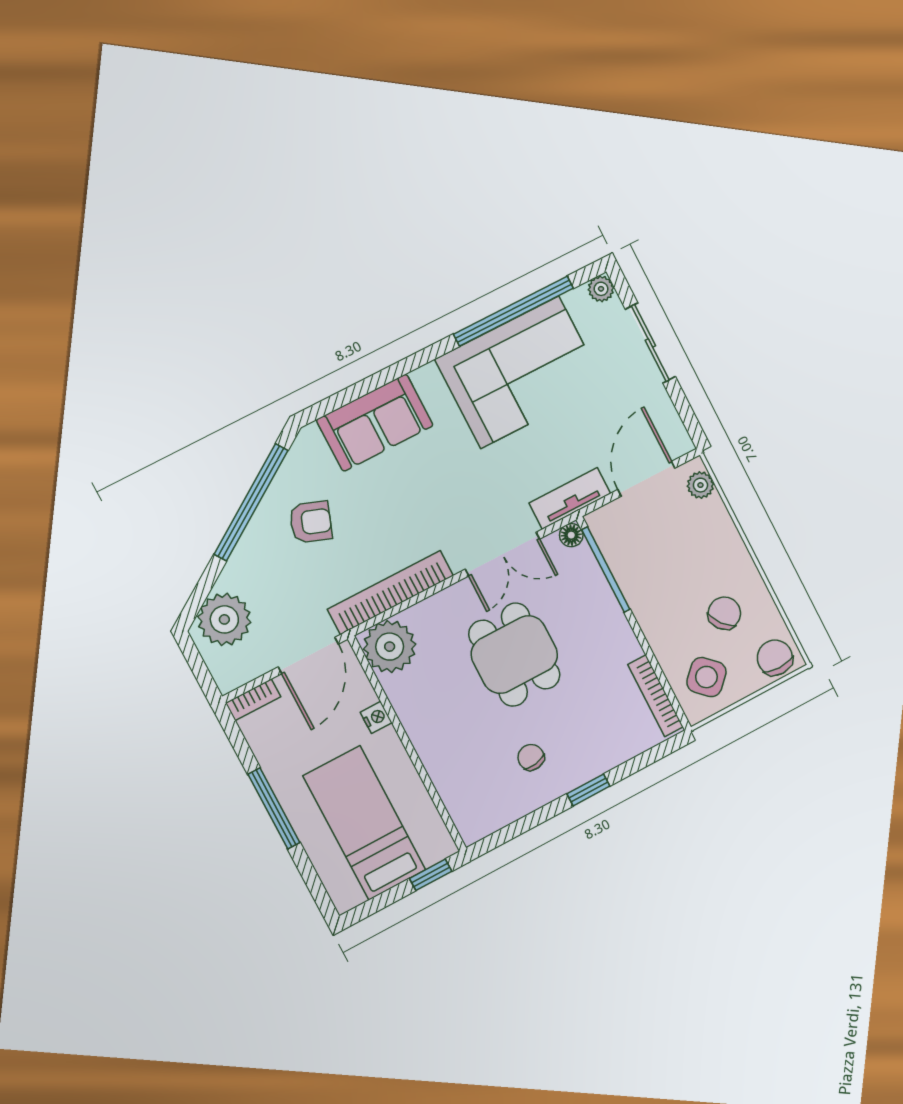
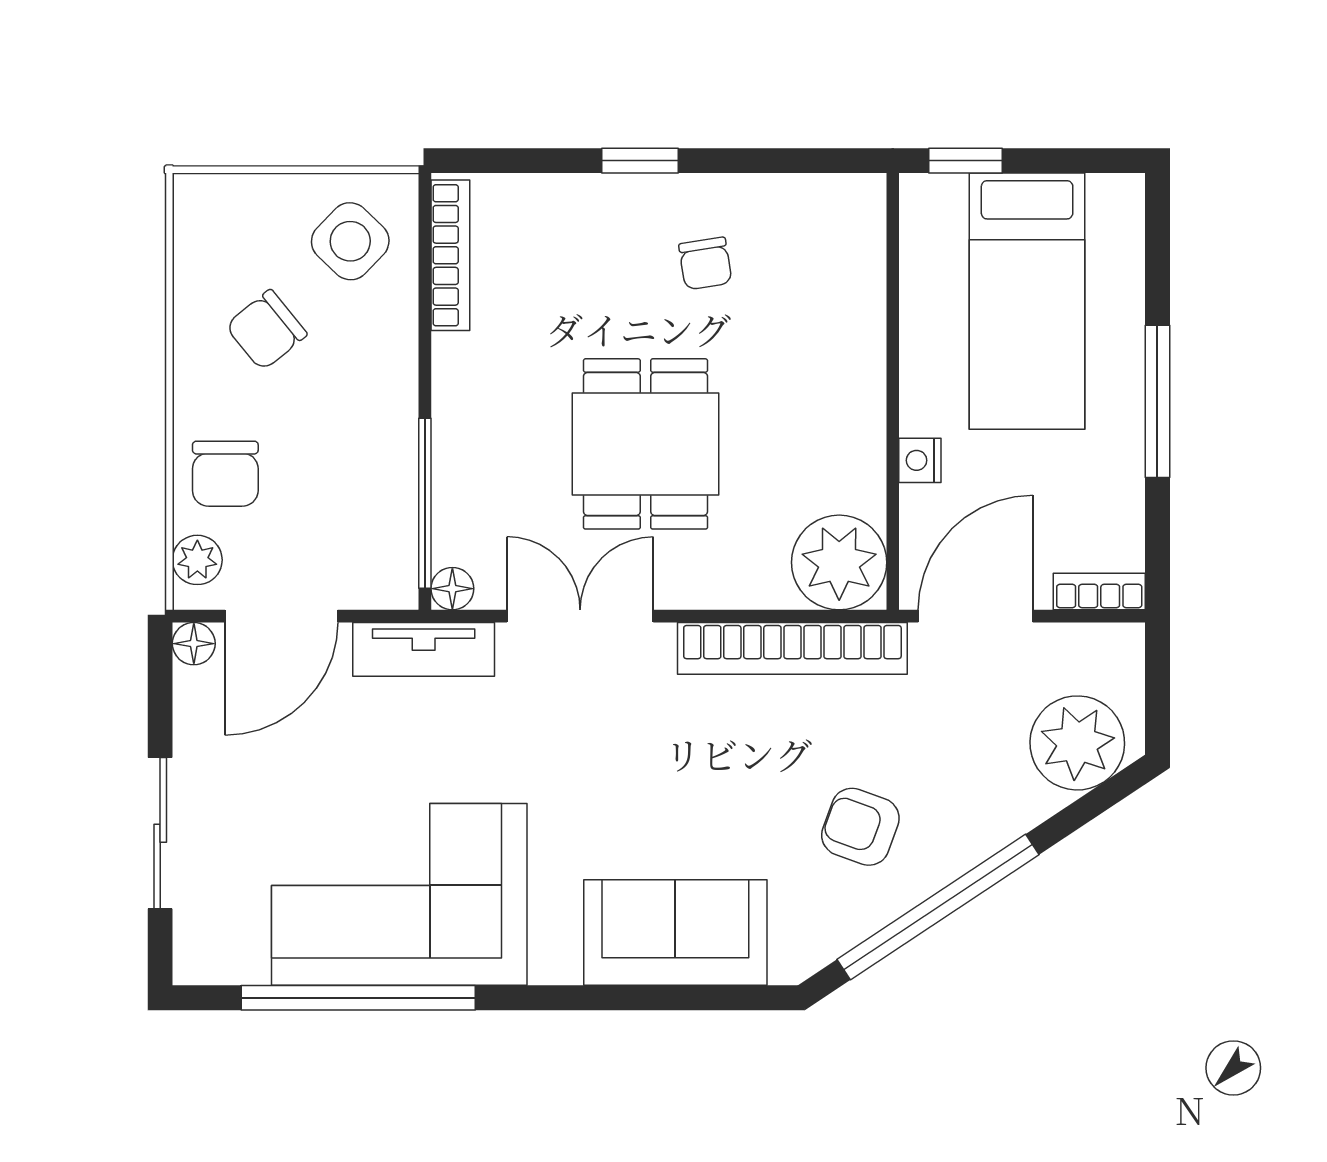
plant: (601, 289) -> (196, 962), removed
floor lamp: (681, 444) -> (194, 644), added
chair: (775, 658) -> (225, 474), moved

